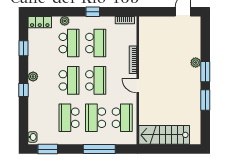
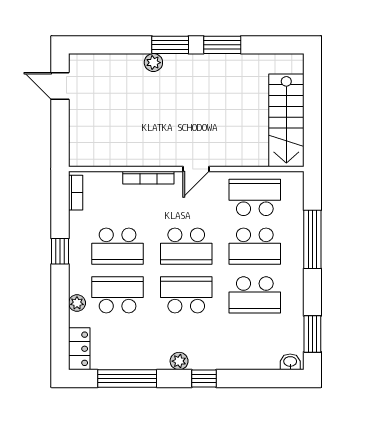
school desk: (96, 43) -> (118, 246), turned 180
window: (24, 48) -> (127, 378), width x2.17
school desk: (96, 80) -> (186, 246), turned 180

